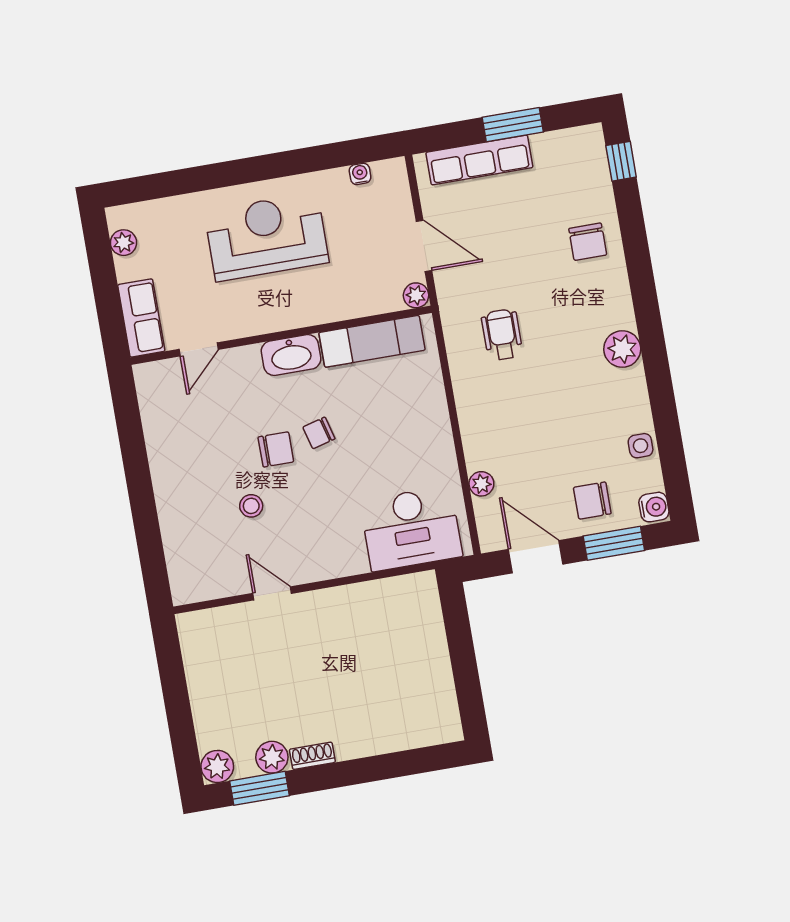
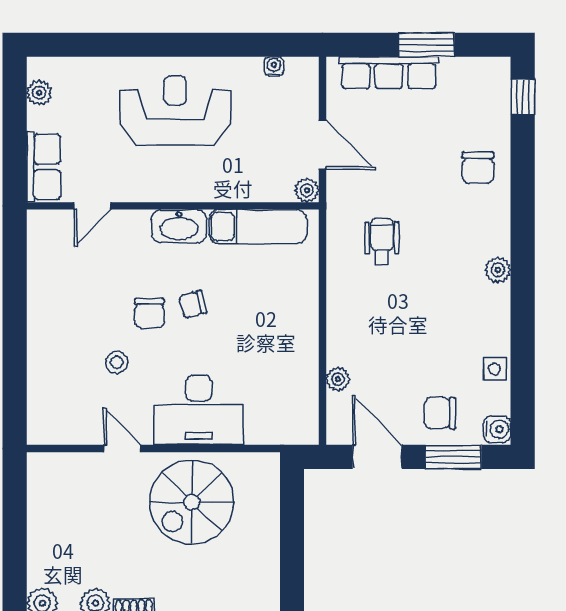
plant: (622, 349) -> (498, 270), width x0.73, depth x0.73
chair: (276, 449) -> (149, 313), turned 90
desk: (411, 529) -> (199, 410), moved
spiral stairs: (353, 636) -> (192, 502), added

